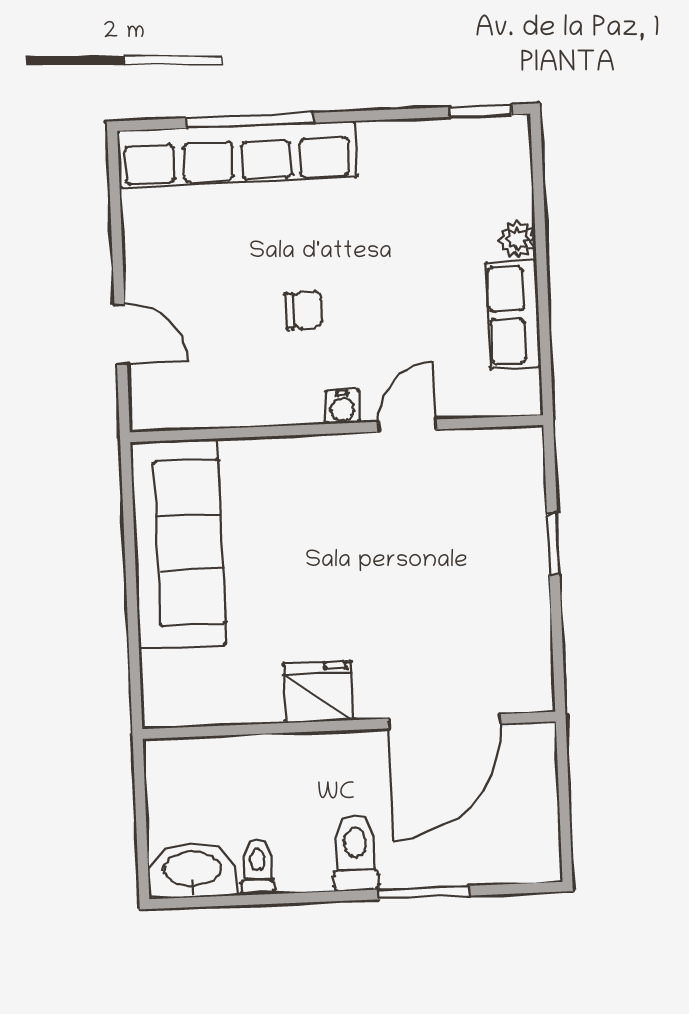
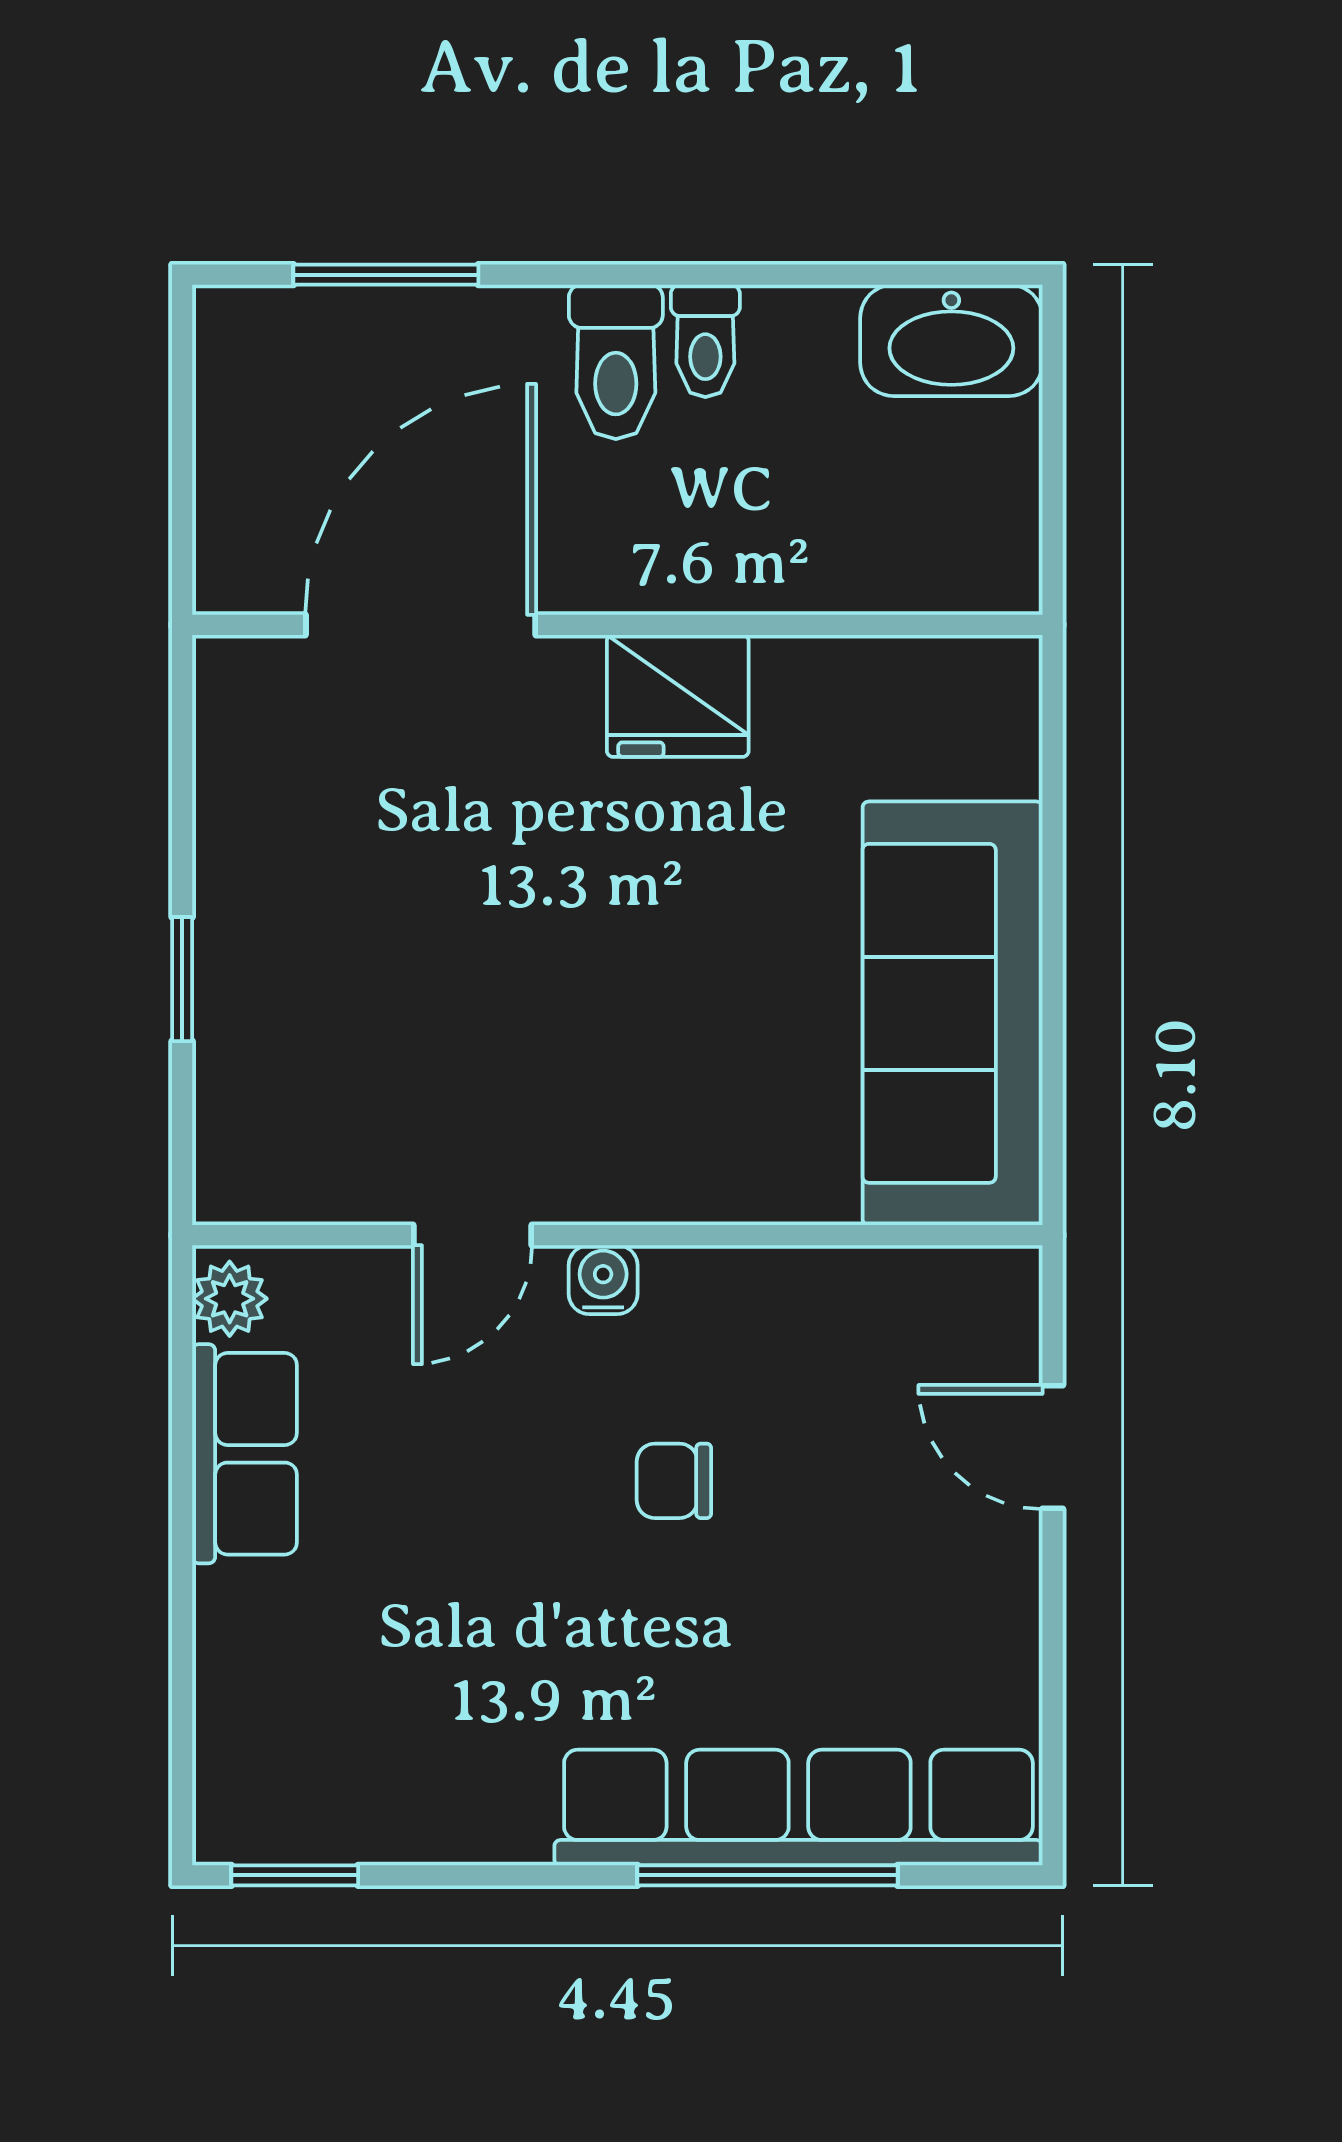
plant: (517, 239) -> (230, 1299), moved
toilet: (257, 867) -> (705, 341), moved
window: (424, 893) -> (386, 275), moved

